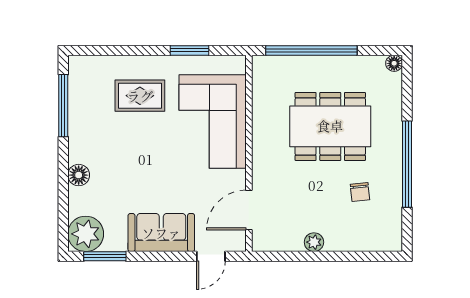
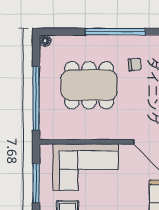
window: (189, 50) -> (36, 183), width x1.44
dining table: (330, 126) -> (89, 85), turned 90

